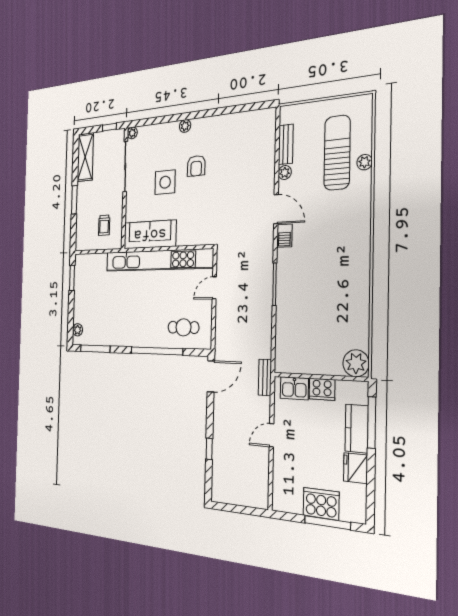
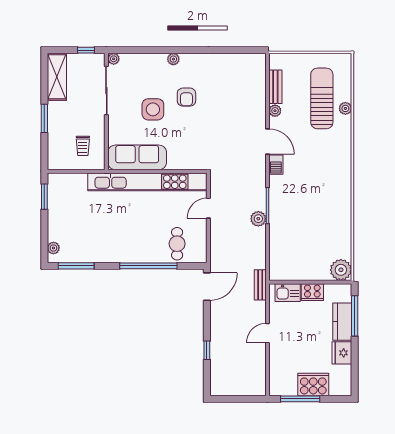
plant: (265, 300) -> (258, 219), added
cafe table: (183, 327) -> (177, 244), turned 90
window: (327, 523) -> (300, 399), moved

